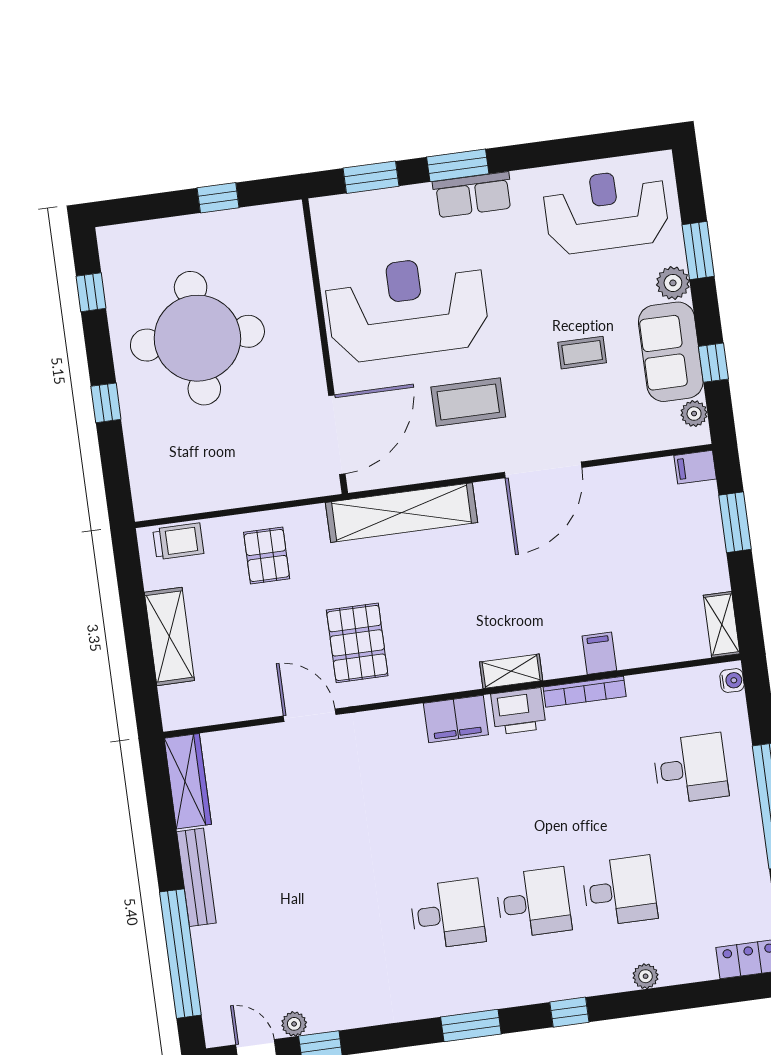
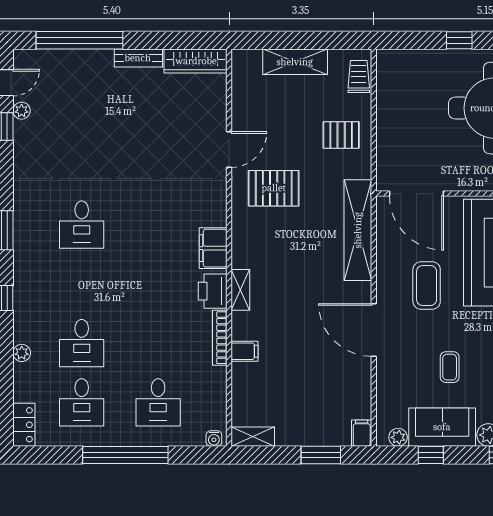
trolley: (178, 541) -> (359, 76), turned 180
bench: (196, 877) -> (138, 58), width x0.73
desk: (534, 903) -> (82, 402), moved

